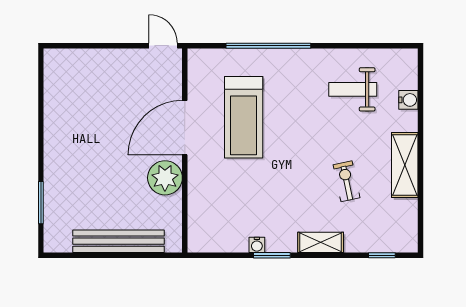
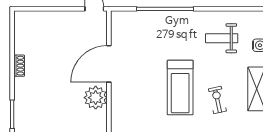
treadmill: (244, 117) -> (180, 88), moved
shoe rack: (51, 130) -> (19, 66), added

